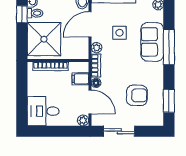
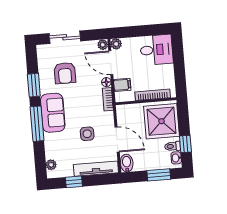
door: (90, 24) -> (117, 140), hinge flipped
sofa: (152, 42) -> (53, 113), moved
plant: (97, 48) -> (103, 45), moved
armchair: (137, 95) -> (65, 73), turned -90
window: (169, 101) -> (34, 85), moved
sliding door: (119, 131) -> (65, 37), moved

